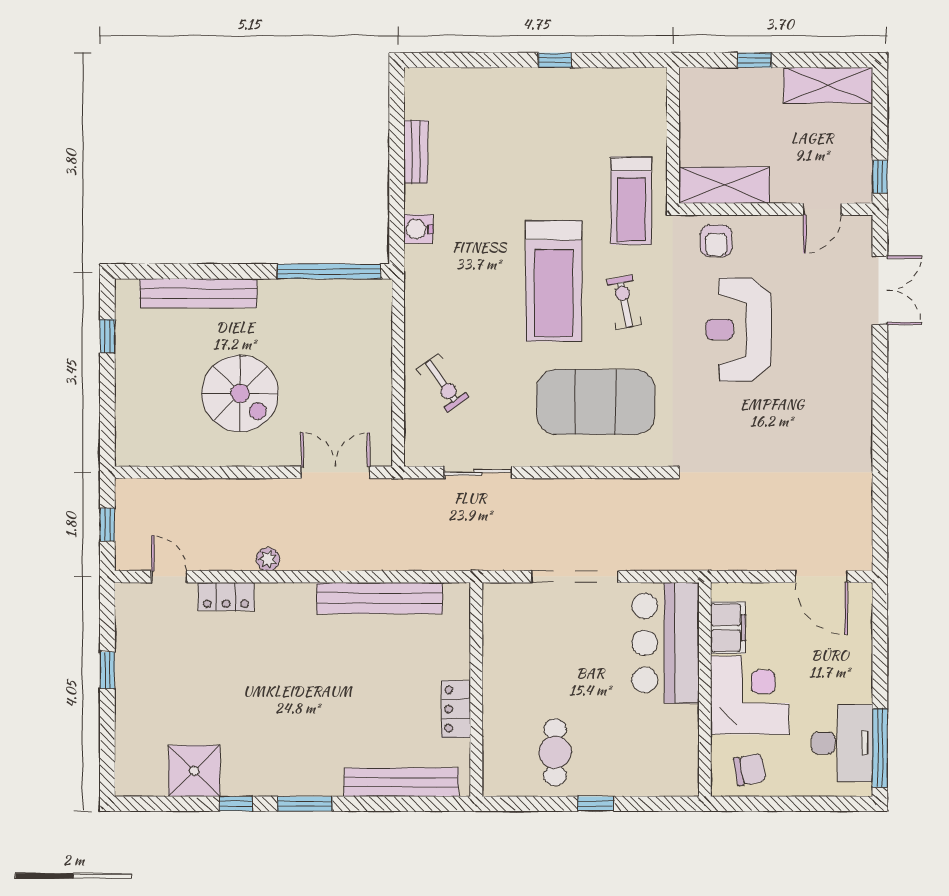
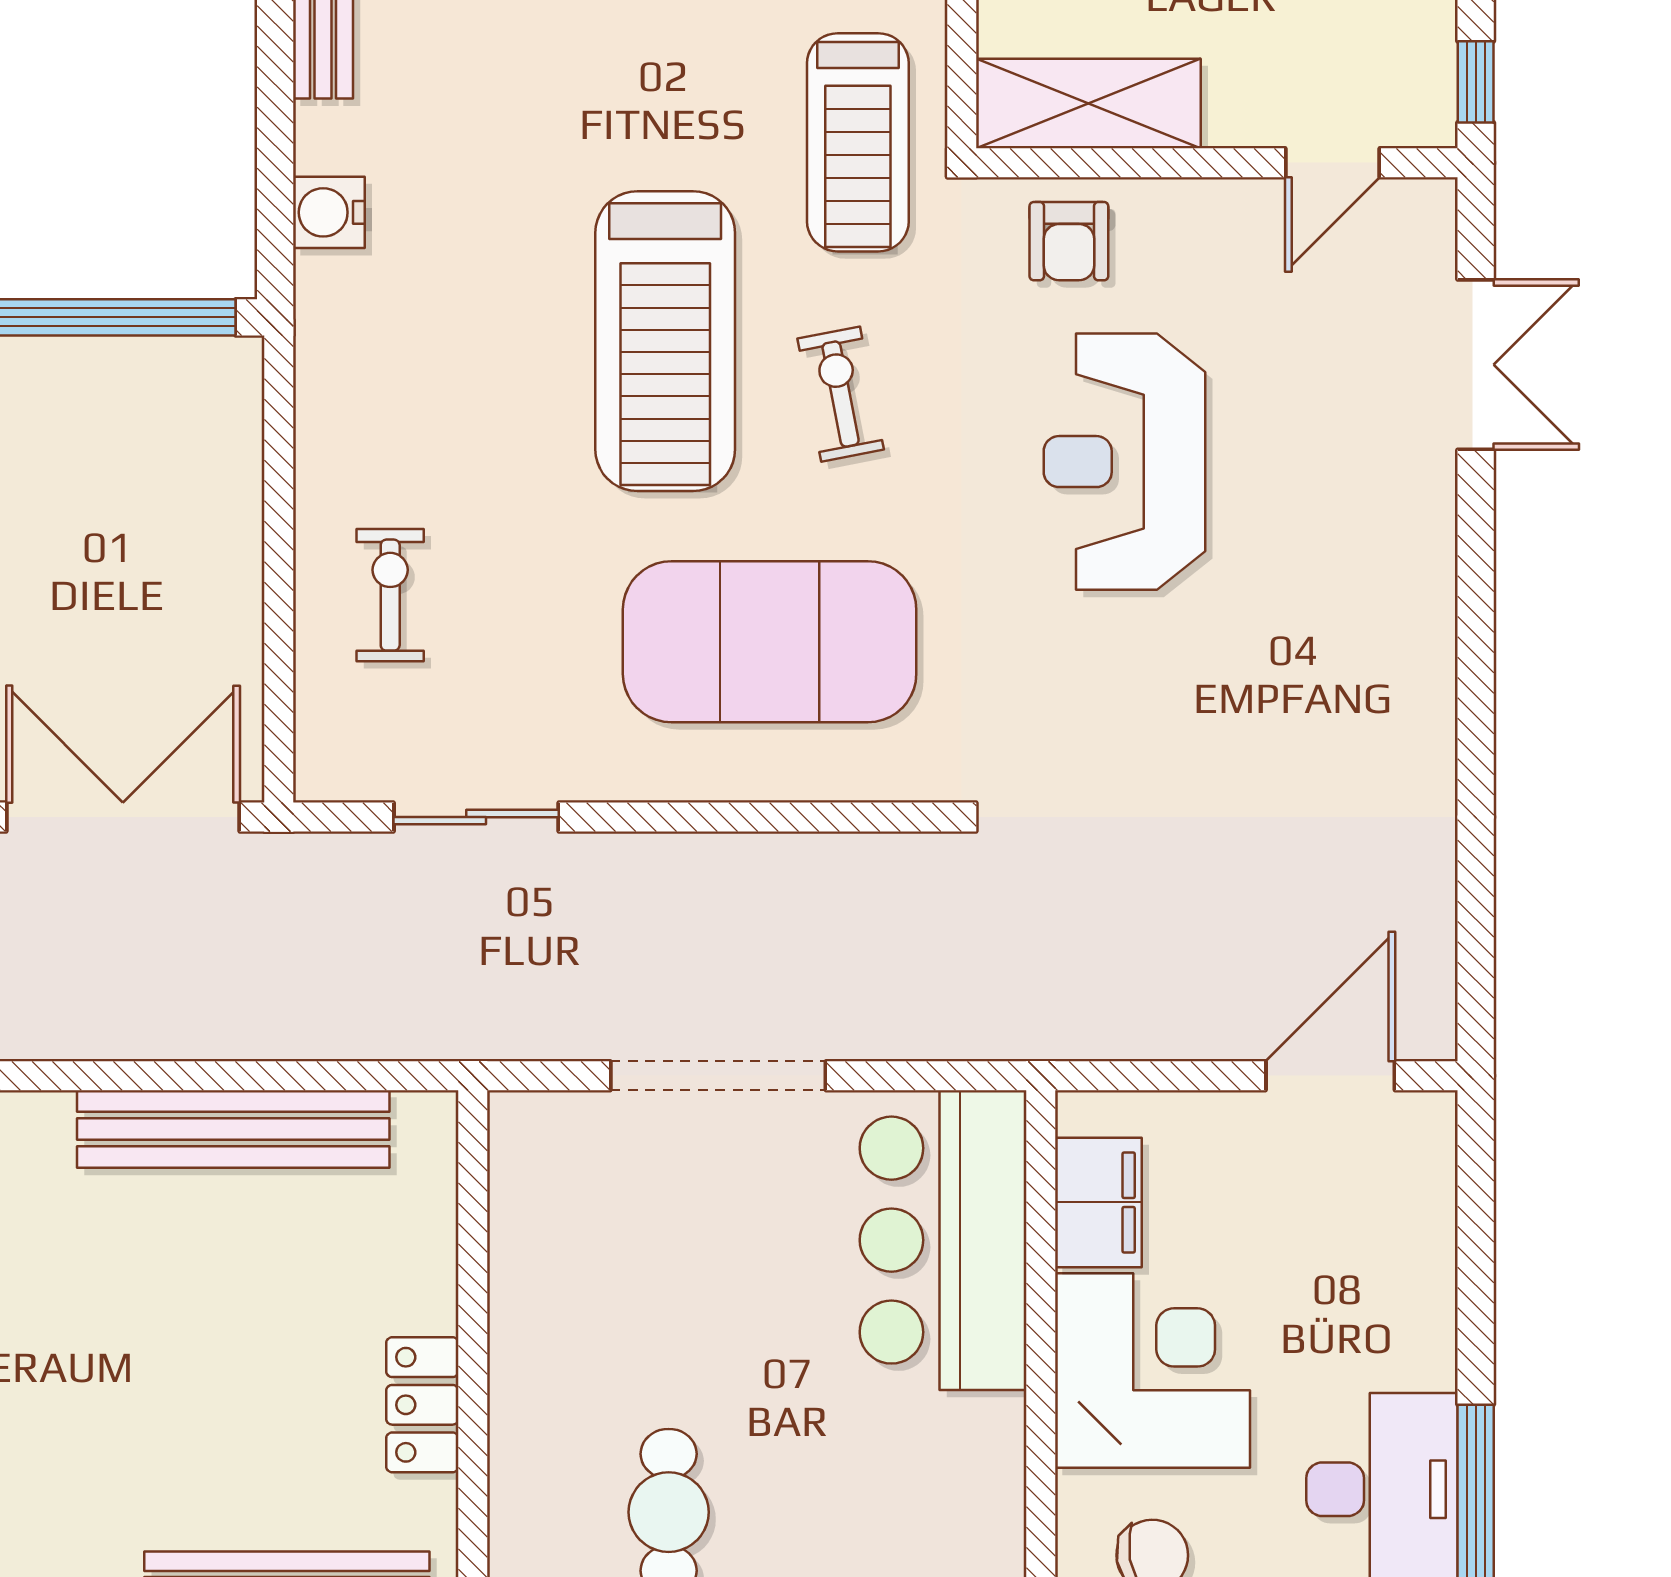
exercise bike: (443, 383) -> (390, 595), turned -145
double door: (335, 472) -> (123, 817), width x1.37
door: (821, 577) -> (1330, 1076), swing flipped

